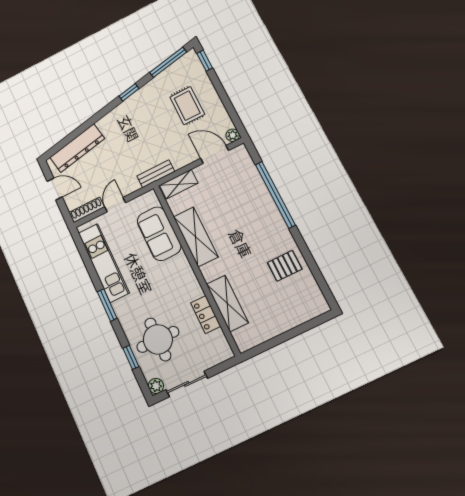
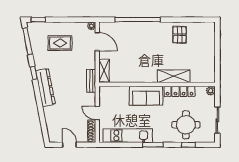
dresser: (77, 148) -> (45, 88), moved
door: (215, 154) -> (97, 42), swing flipped
door: (55, 189) -> (69, 145), hinge flipped
sofa: (159, 234) -> (146, 96), moved
shelving: (196, 237) -> (139, 76), removed
shelving: (227, 303) -> (174, 76), moved
locker: (206, 315) -> (180, 91), width x1.53
plant: (156, 386) -> (211, 91), moved

